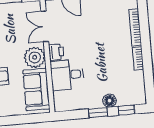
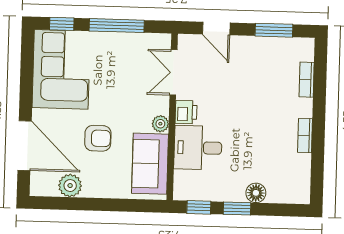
bookcase: (135, 27) -> (307, 80), width x0.64
plant: (35, 57) -> (160, 124), width x0.53, depth x0.53
window: (126, 110) -> (199, 207), moved

